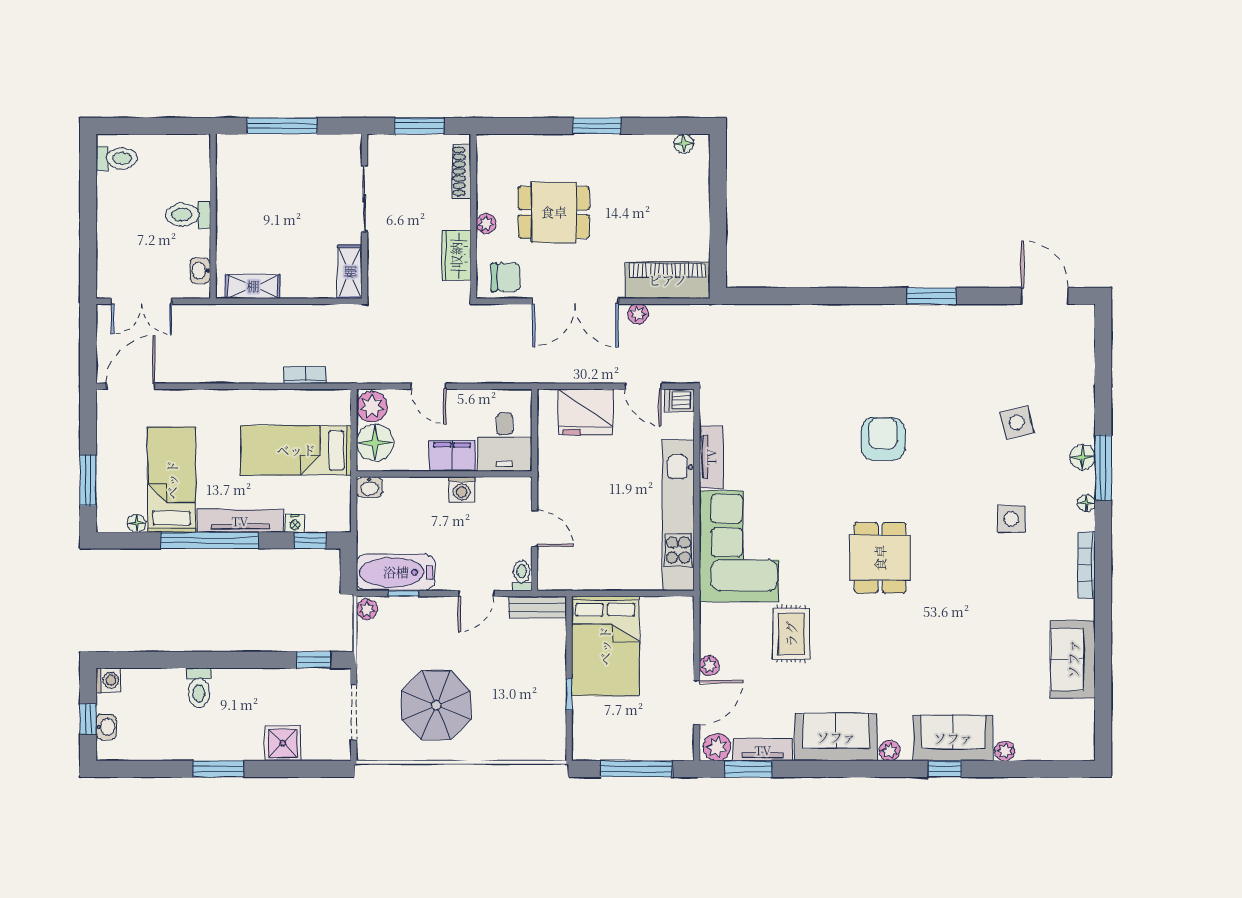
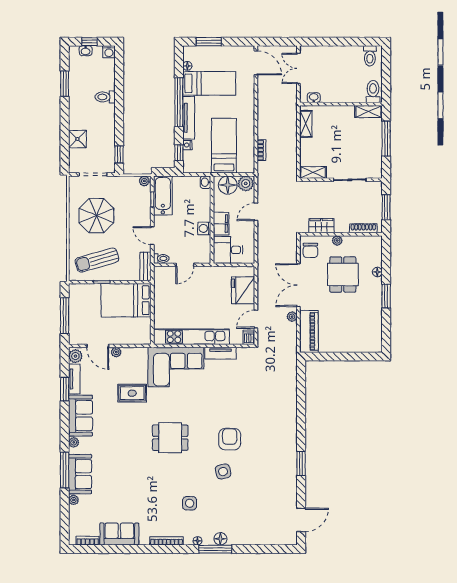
floor lamp: (684, 143) -> (377, 272), moved
shelving: (228, 161) -> (368, 112), added
toilet: (188, 215) -> (373, 92), moved
side table: (1017, 423) -> (223, 472), moved
armchair: (883, 439) -> (230, 439), turned -90
sun lounger: (525, 704) -> (97, 260), added
bookcase: (1086, 723) -> (88, 541), added
window: (218, 769) -> (65, 84), moved
window: (748, 769) -> (65, 389), moved
window: (945, 769) -> (65, 470), width x2.17

